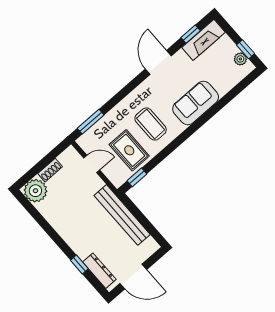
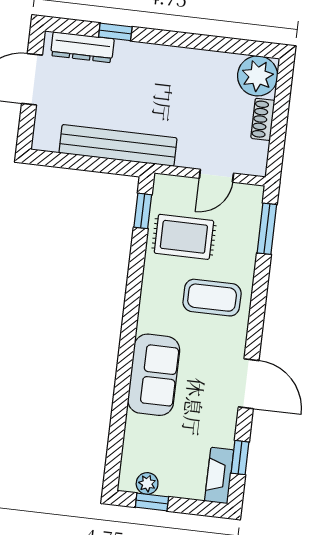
fireplace: (204, 40) -> (219, 476), width x0.73, depth x0.76
coffee table: (151, 124) -> (212, 298), moved

